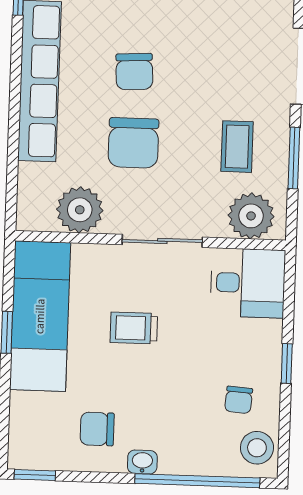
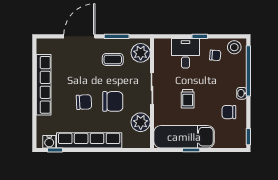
desk: (248, 283) -> (185, 53), moved
chair: (97, 429) -> (229, 112), turned 90

